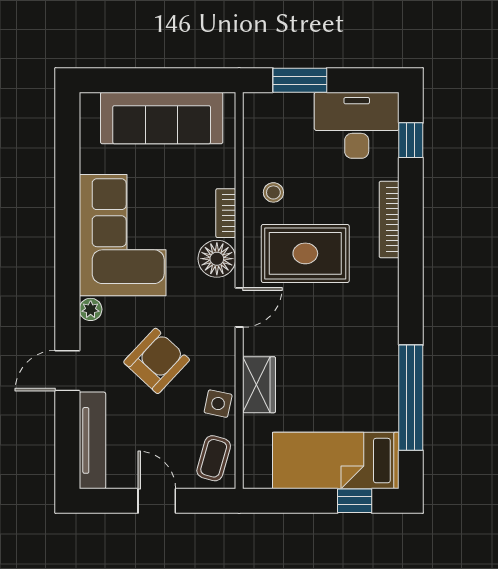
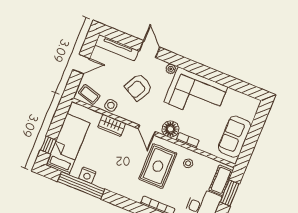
cot: (281, 109) -> (221, 180), added
sofa: (162, 118) -> (235, 137), width x0.73
armchair: (157, 361) -> (139, 87), turned 75
nightstand: (384, 393) -> (87, 175), added

